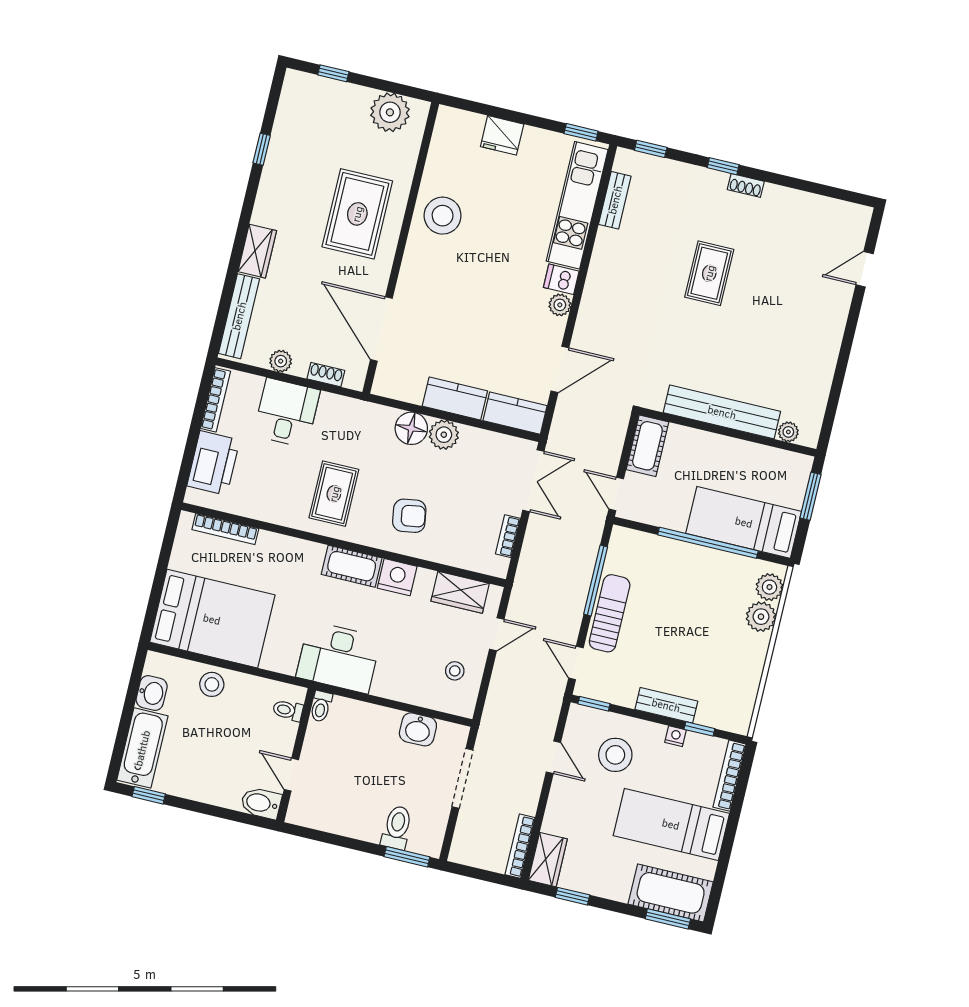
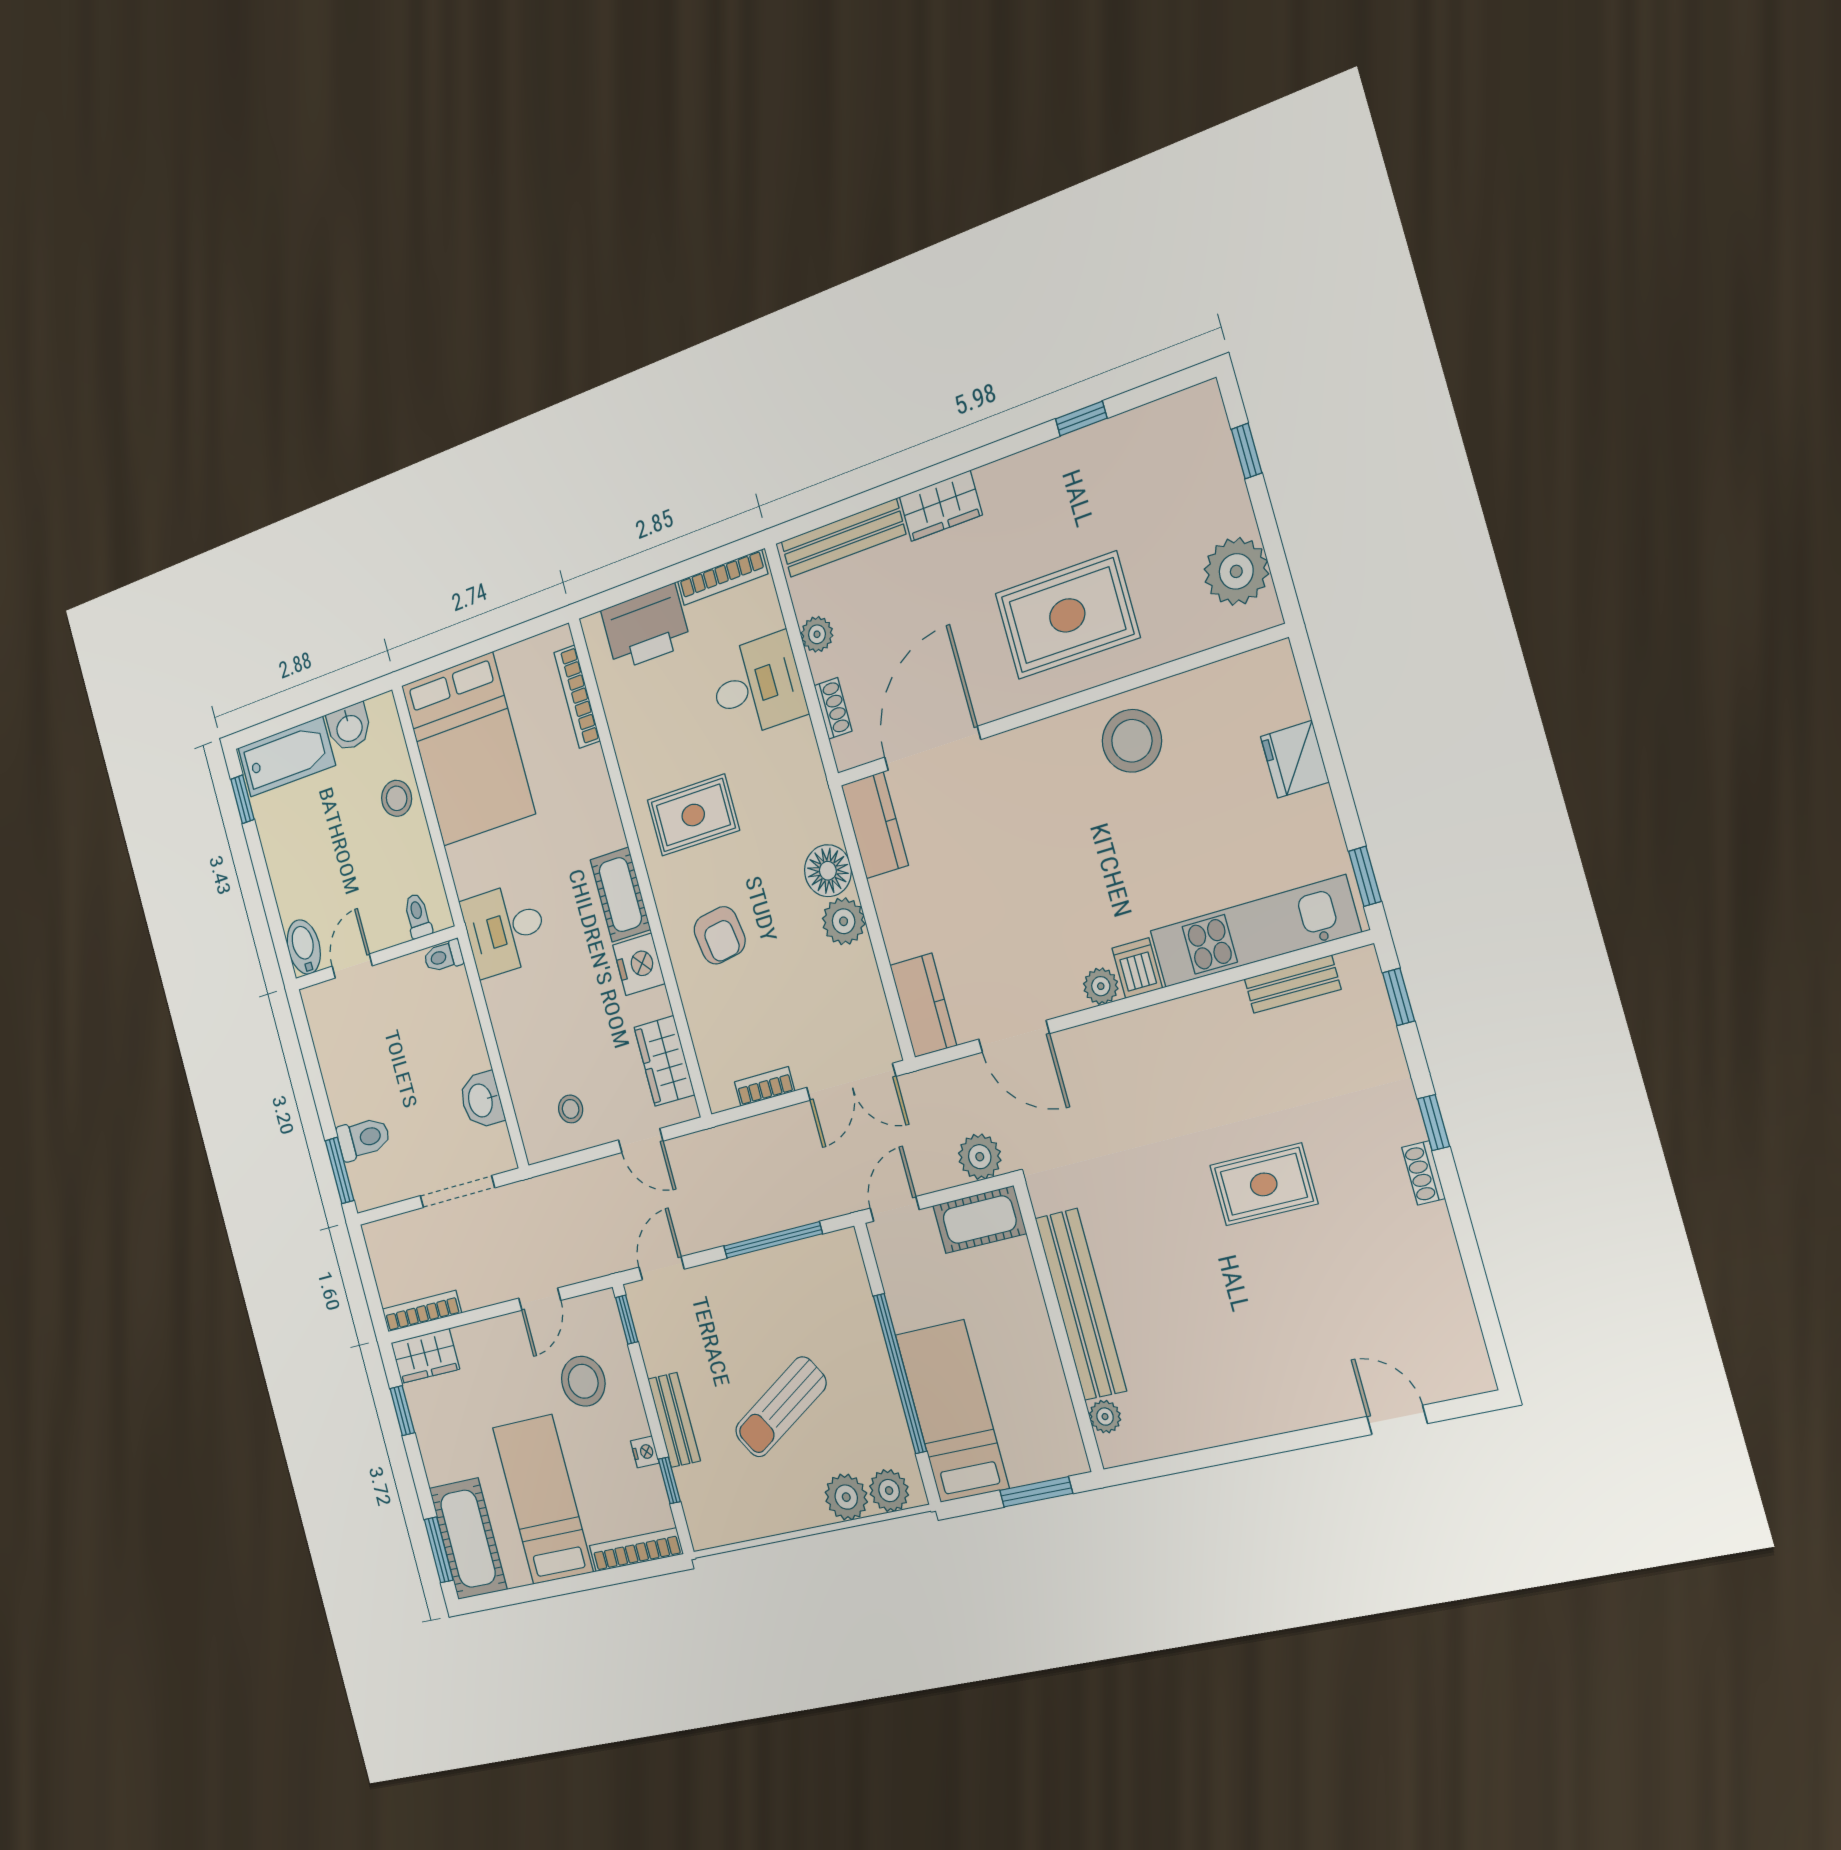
kitchen counter: (455, 399) -> (875, 825), moved
plant: (614, 426) -> (980, 1157), added
sun lounger: (610, 613) -> (781, 1407), moved, turned 149
desk: (339, 657) -> (505, 929), width x0.73

